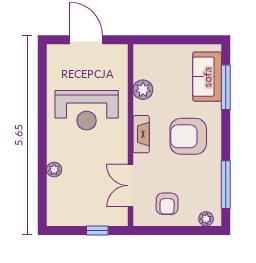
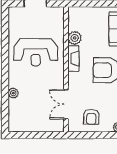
fireplace: (141, 134) -> (73, 59), moved
window: (97, 230) -> (43, 135), removed

